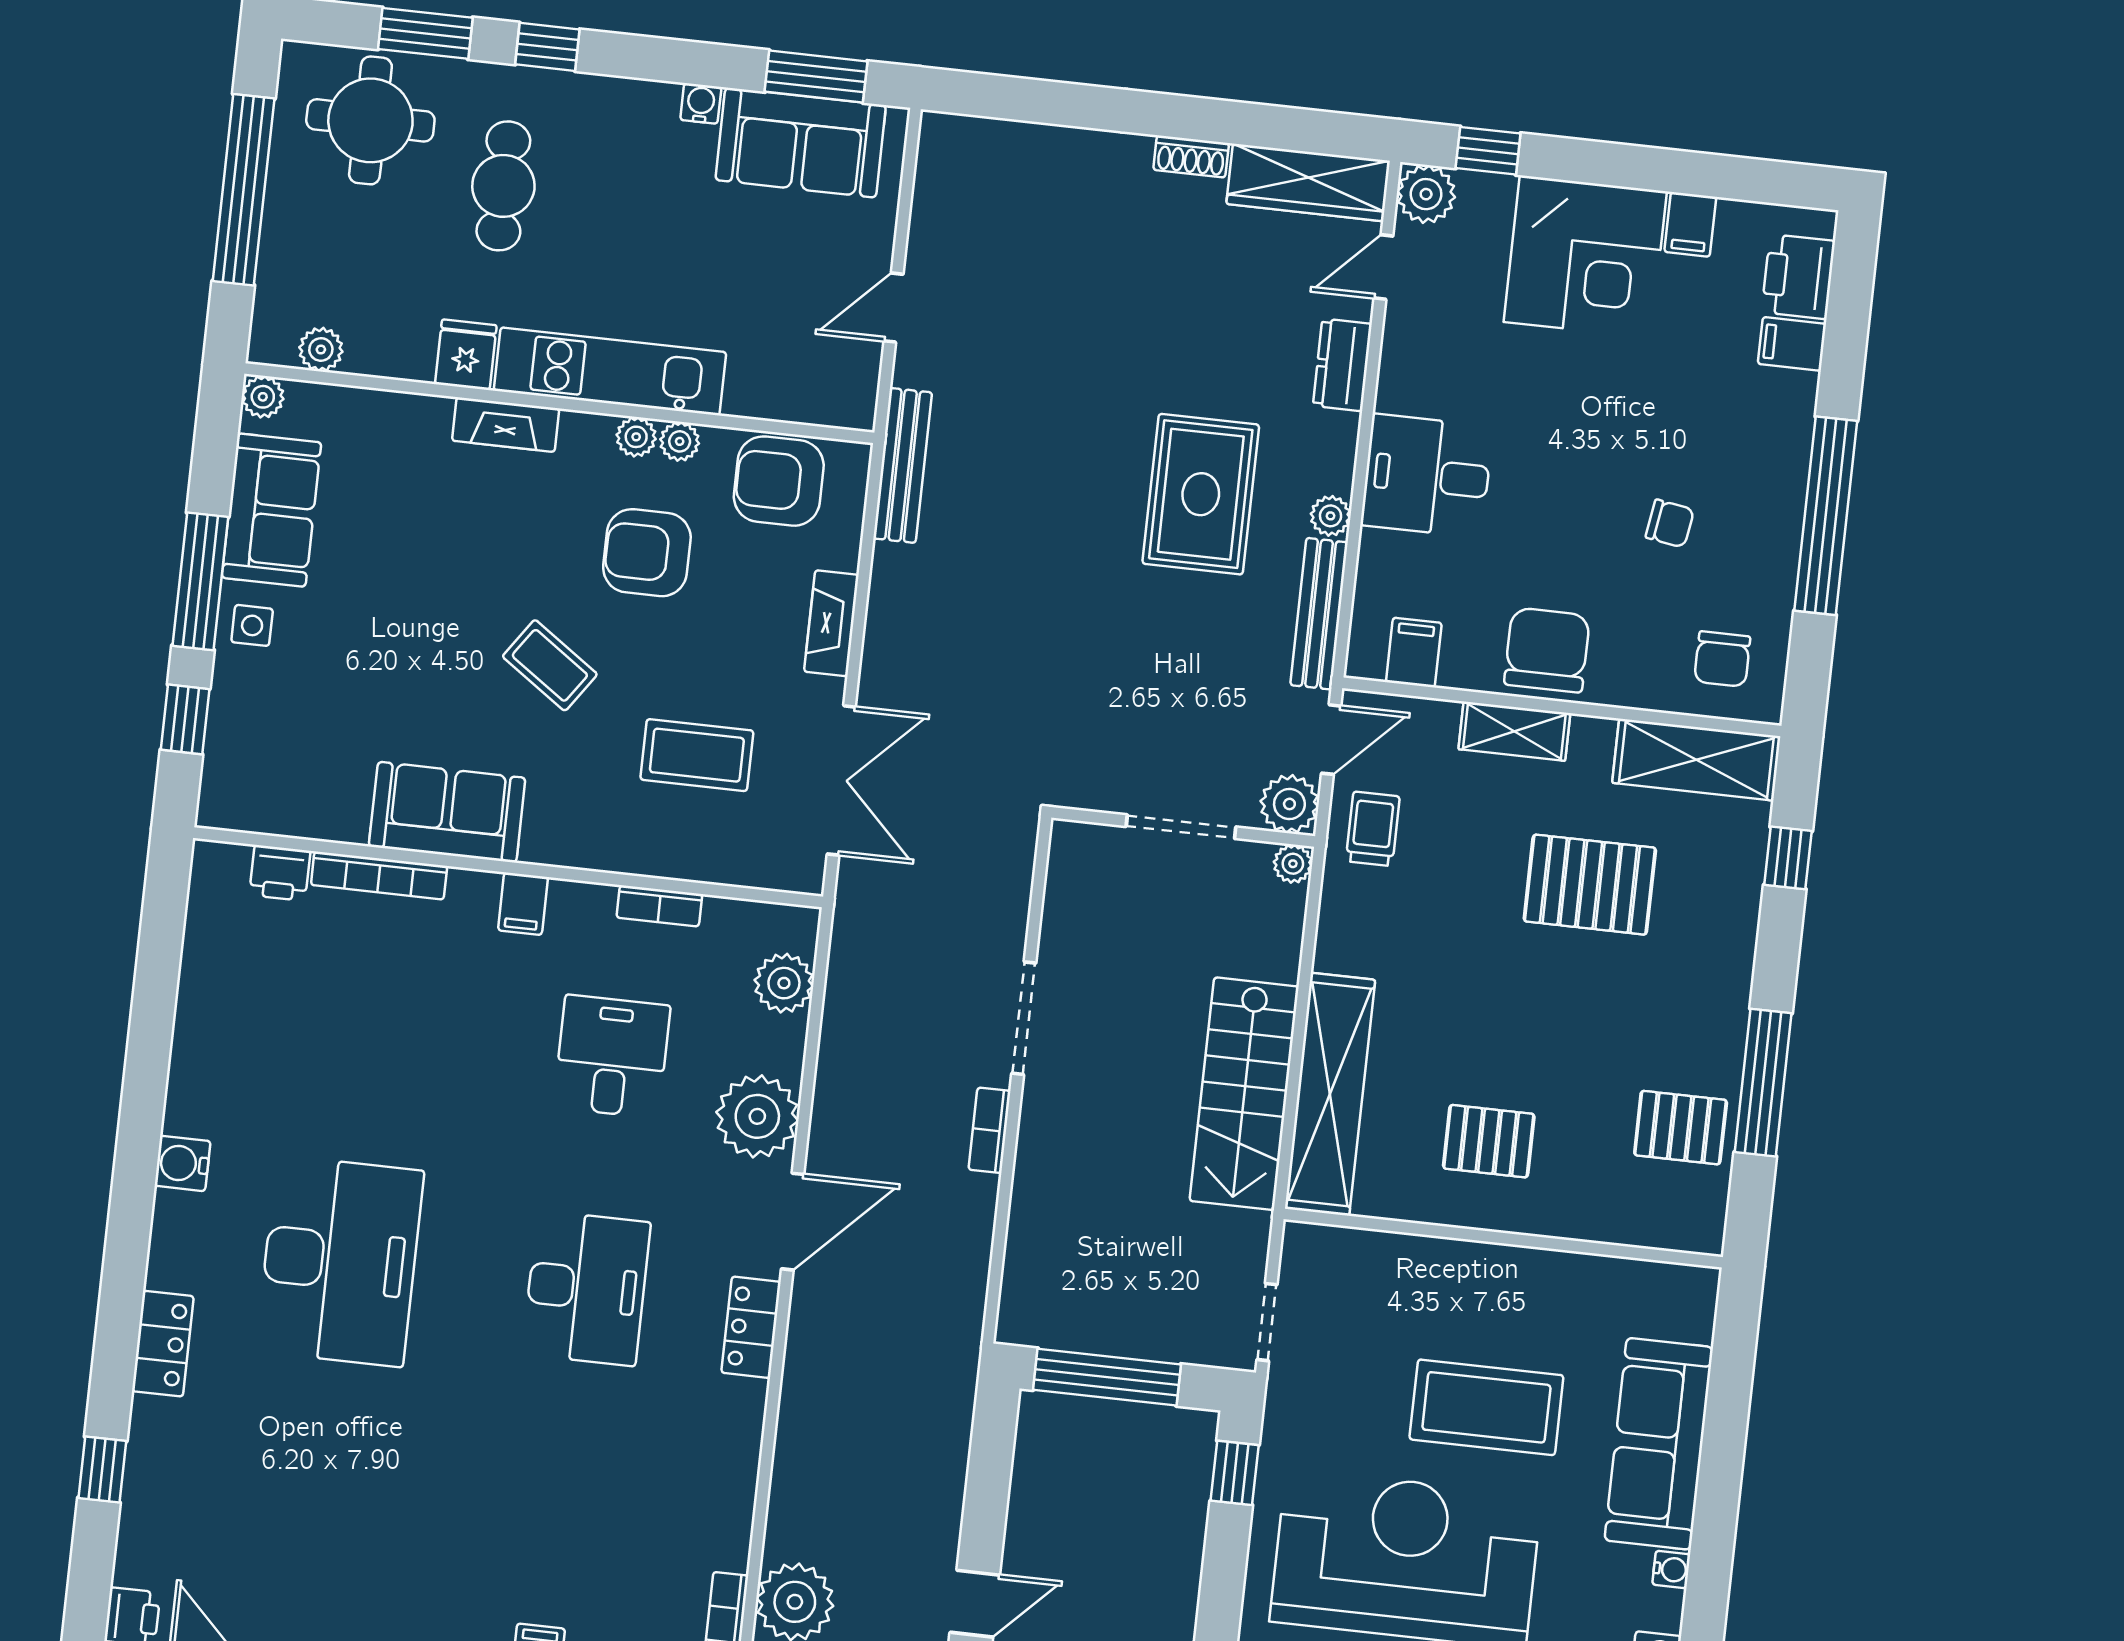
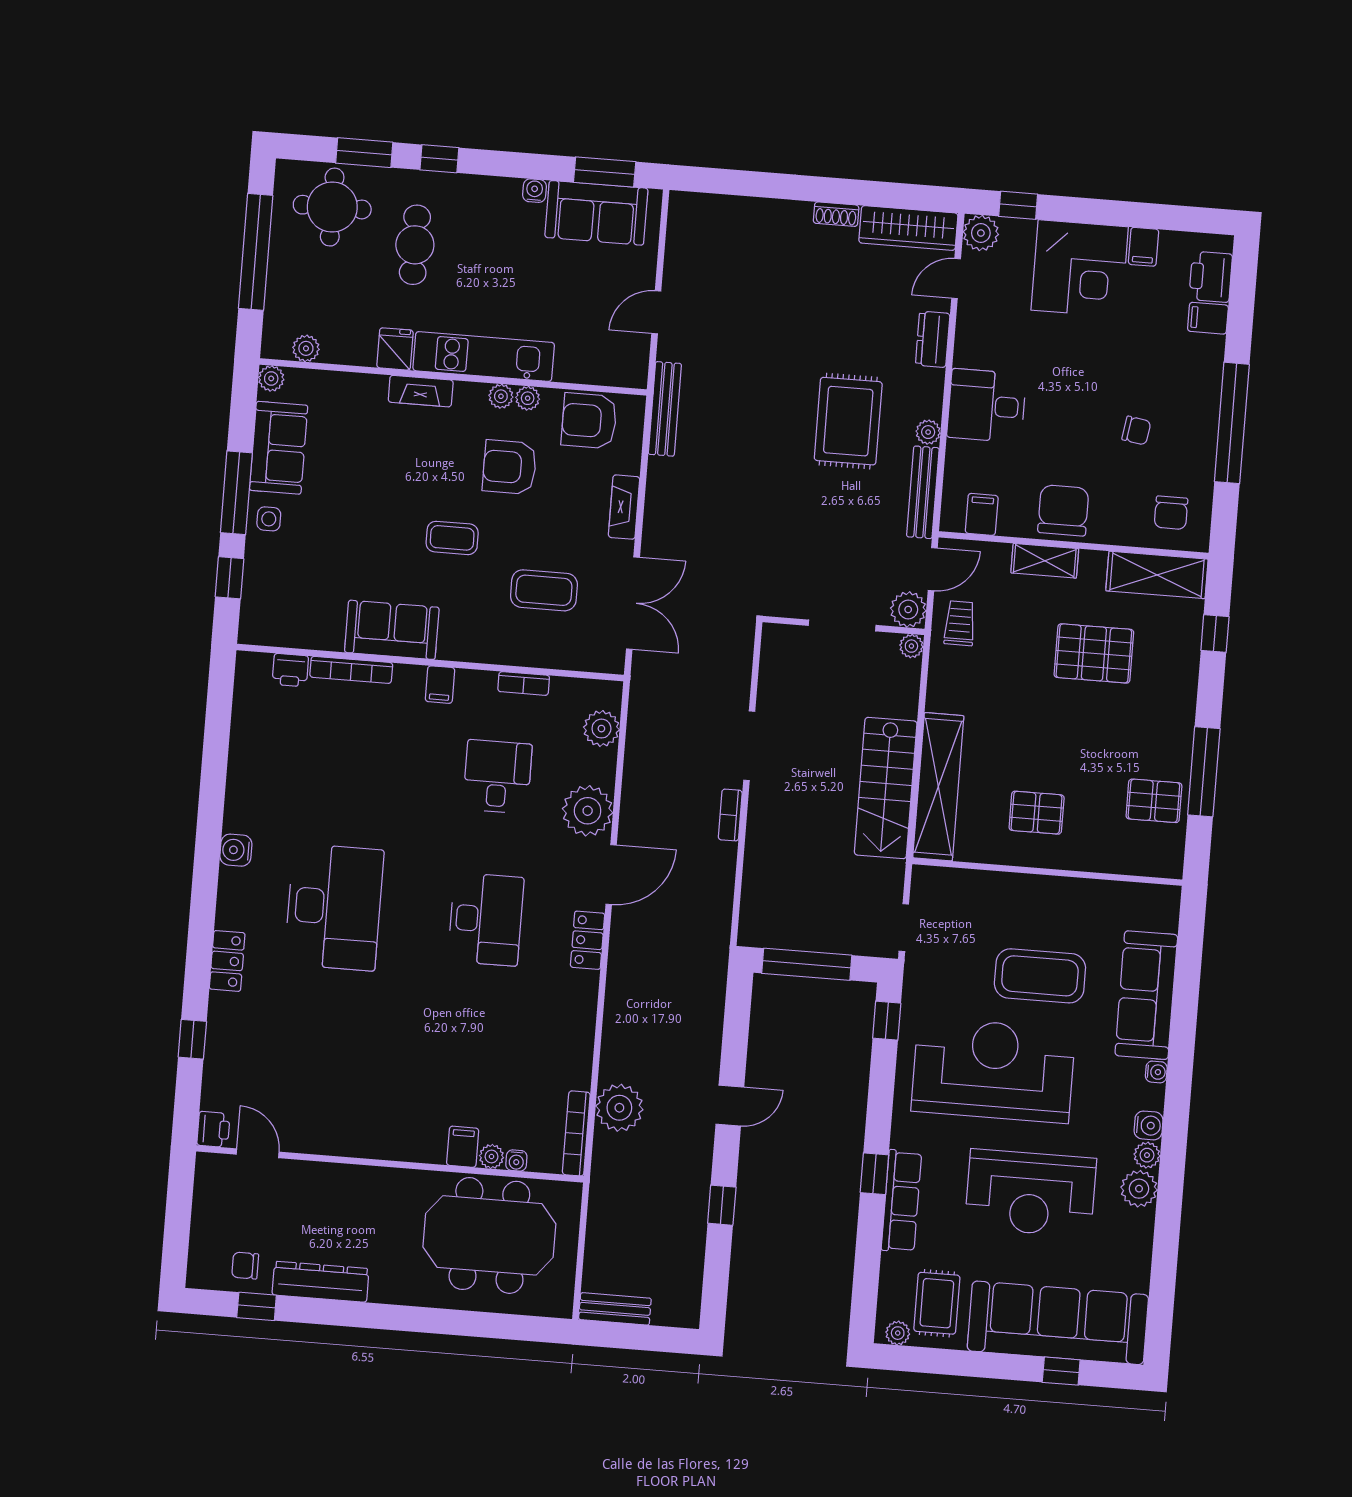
coffee table: (550, 665) -> (452, 538), turned -35

